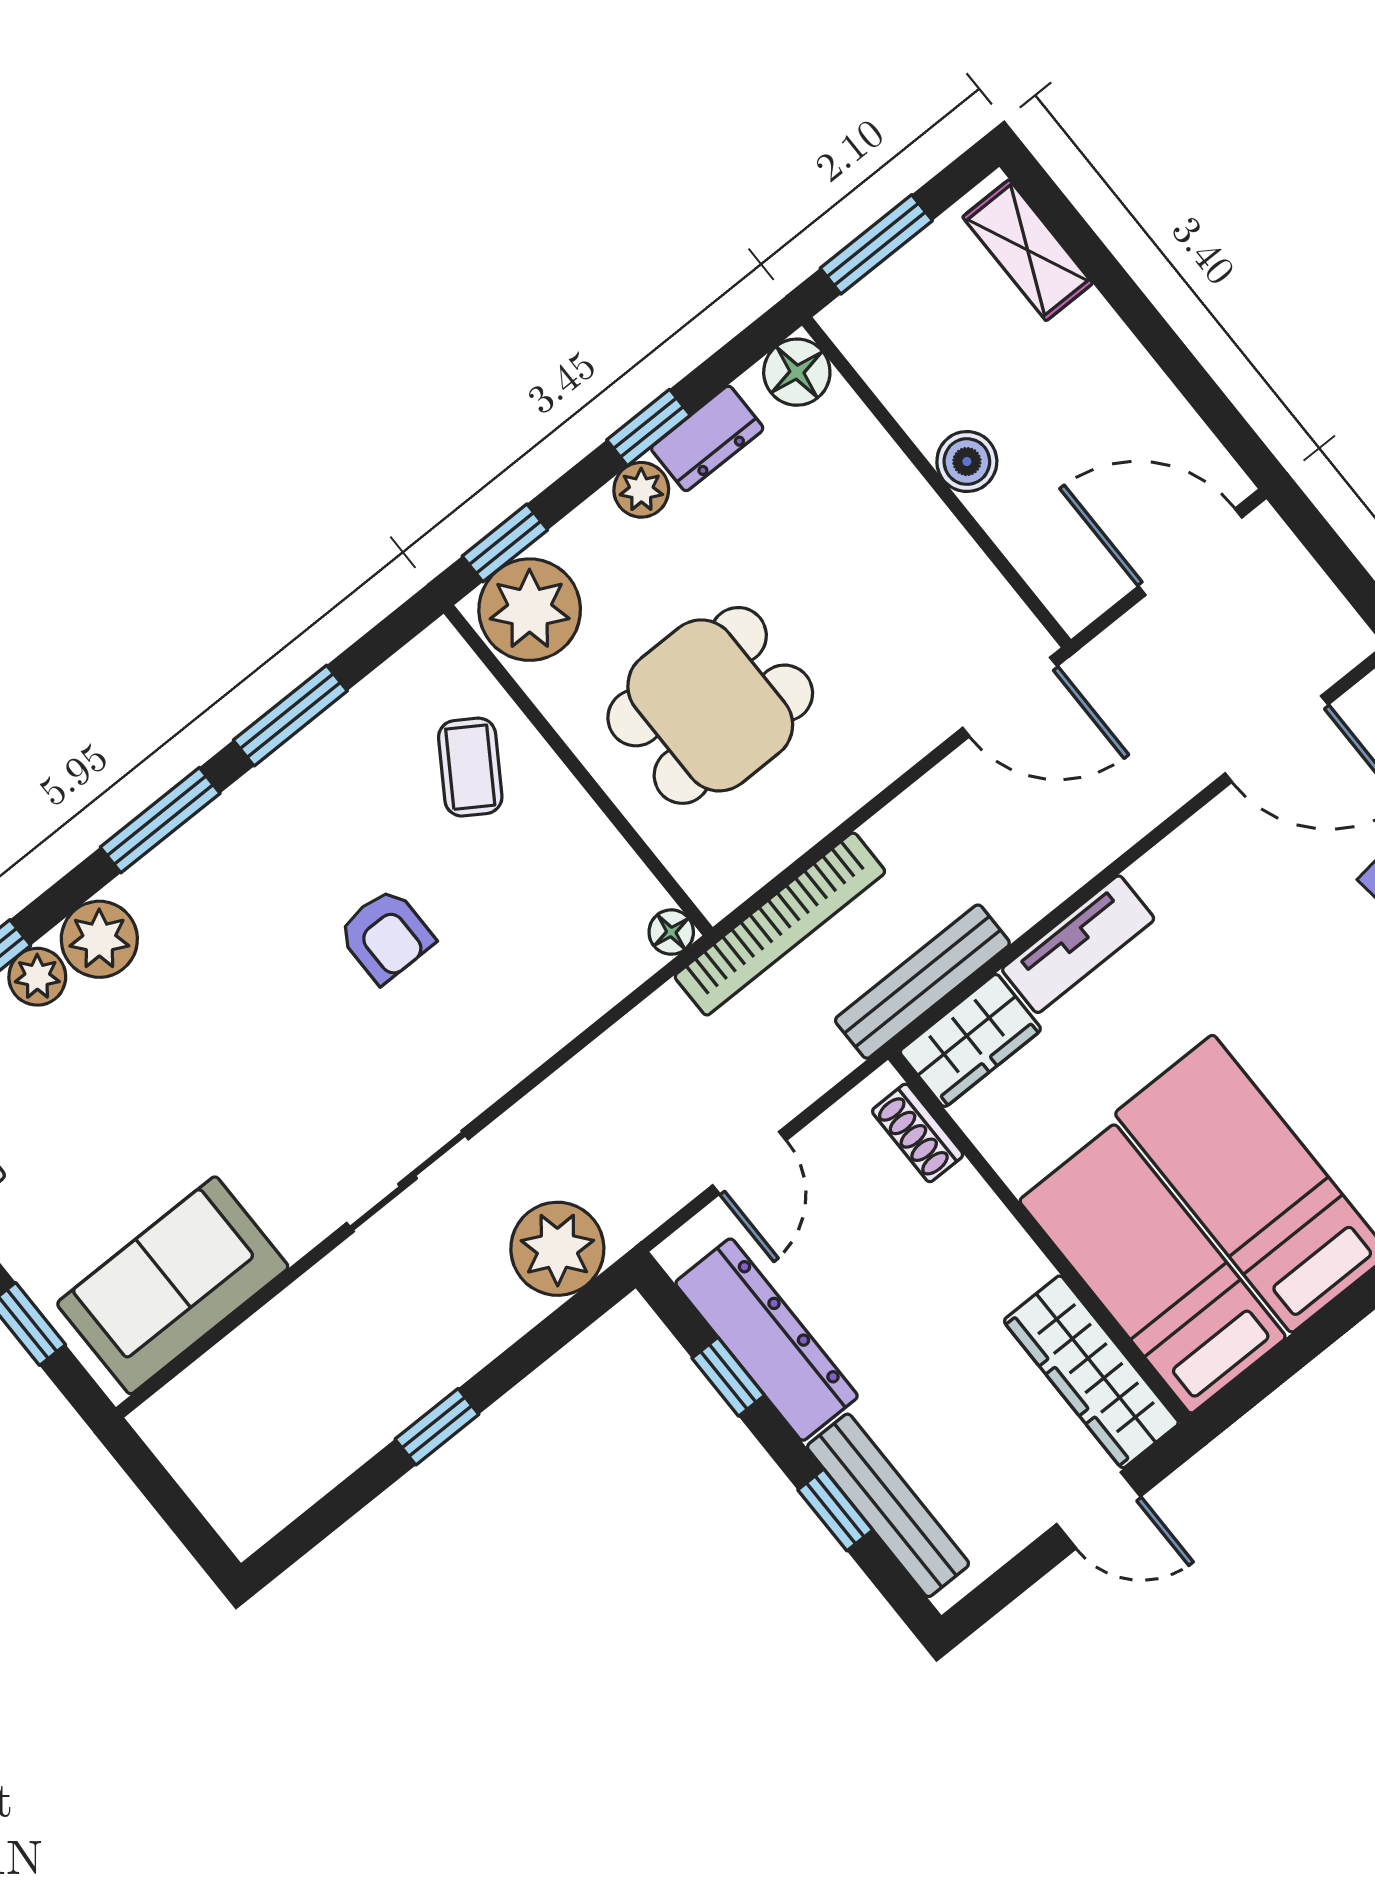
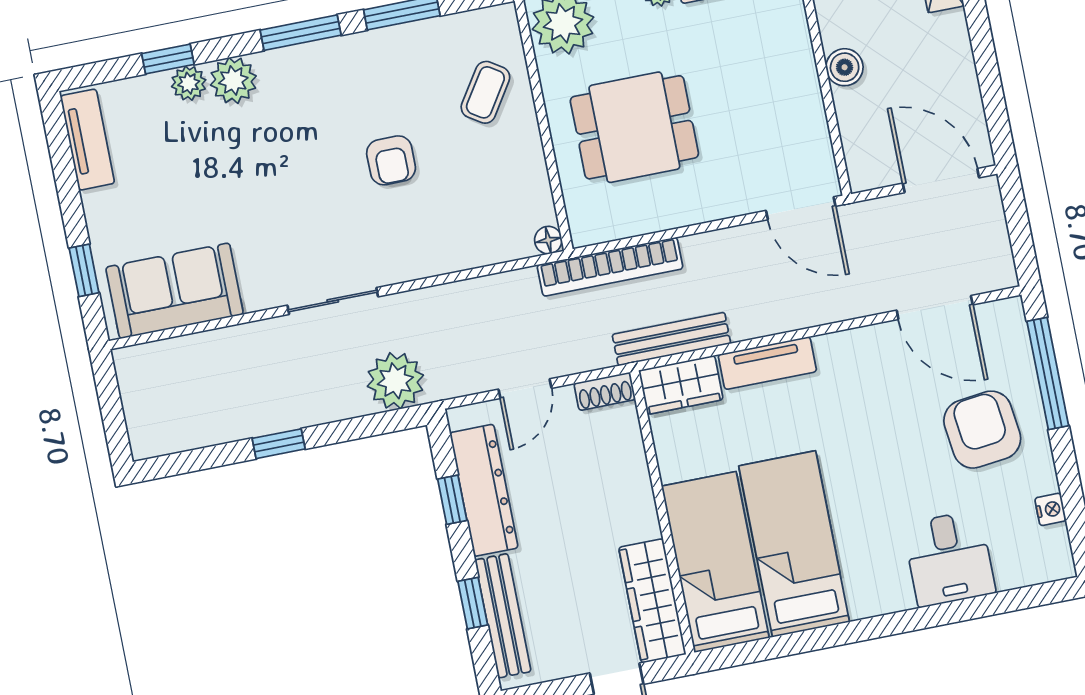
shoe rack: (918, 1133) -> (605, 391), moved, turned -90

